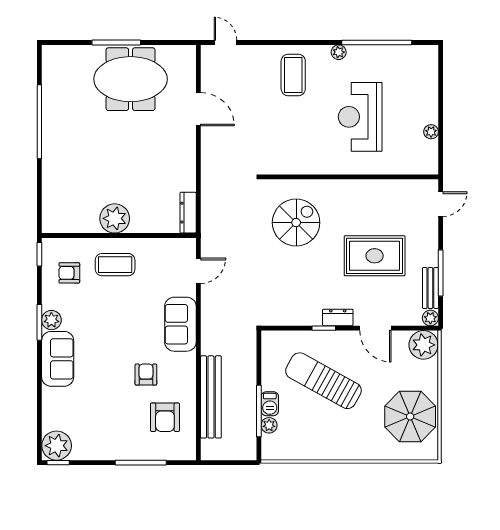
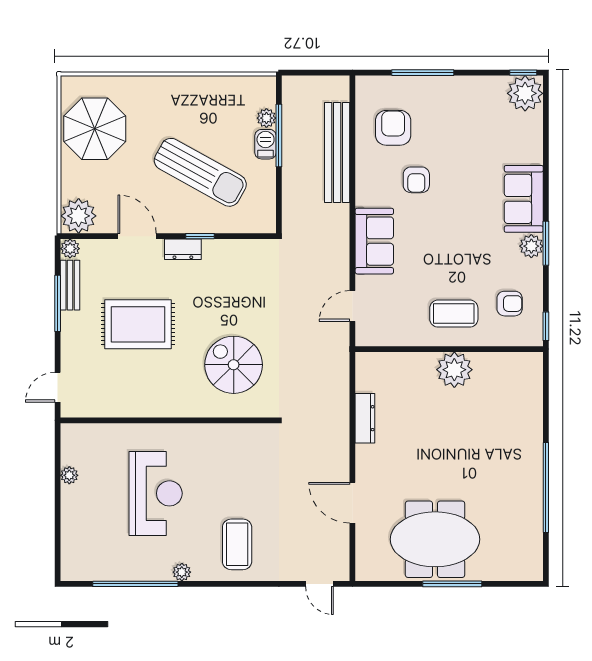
dresser: (188, 213) -> (365, 418), moved
spiral stairs: (296, 223) -> (234, 365), turned 90

